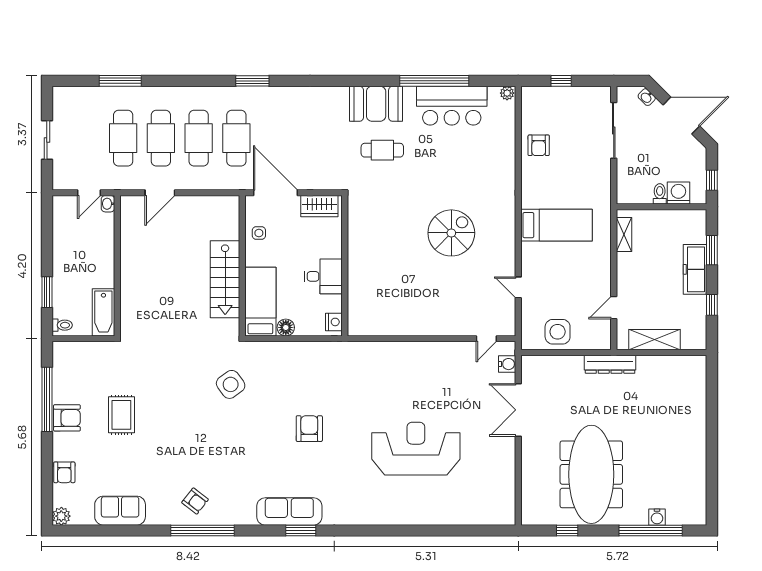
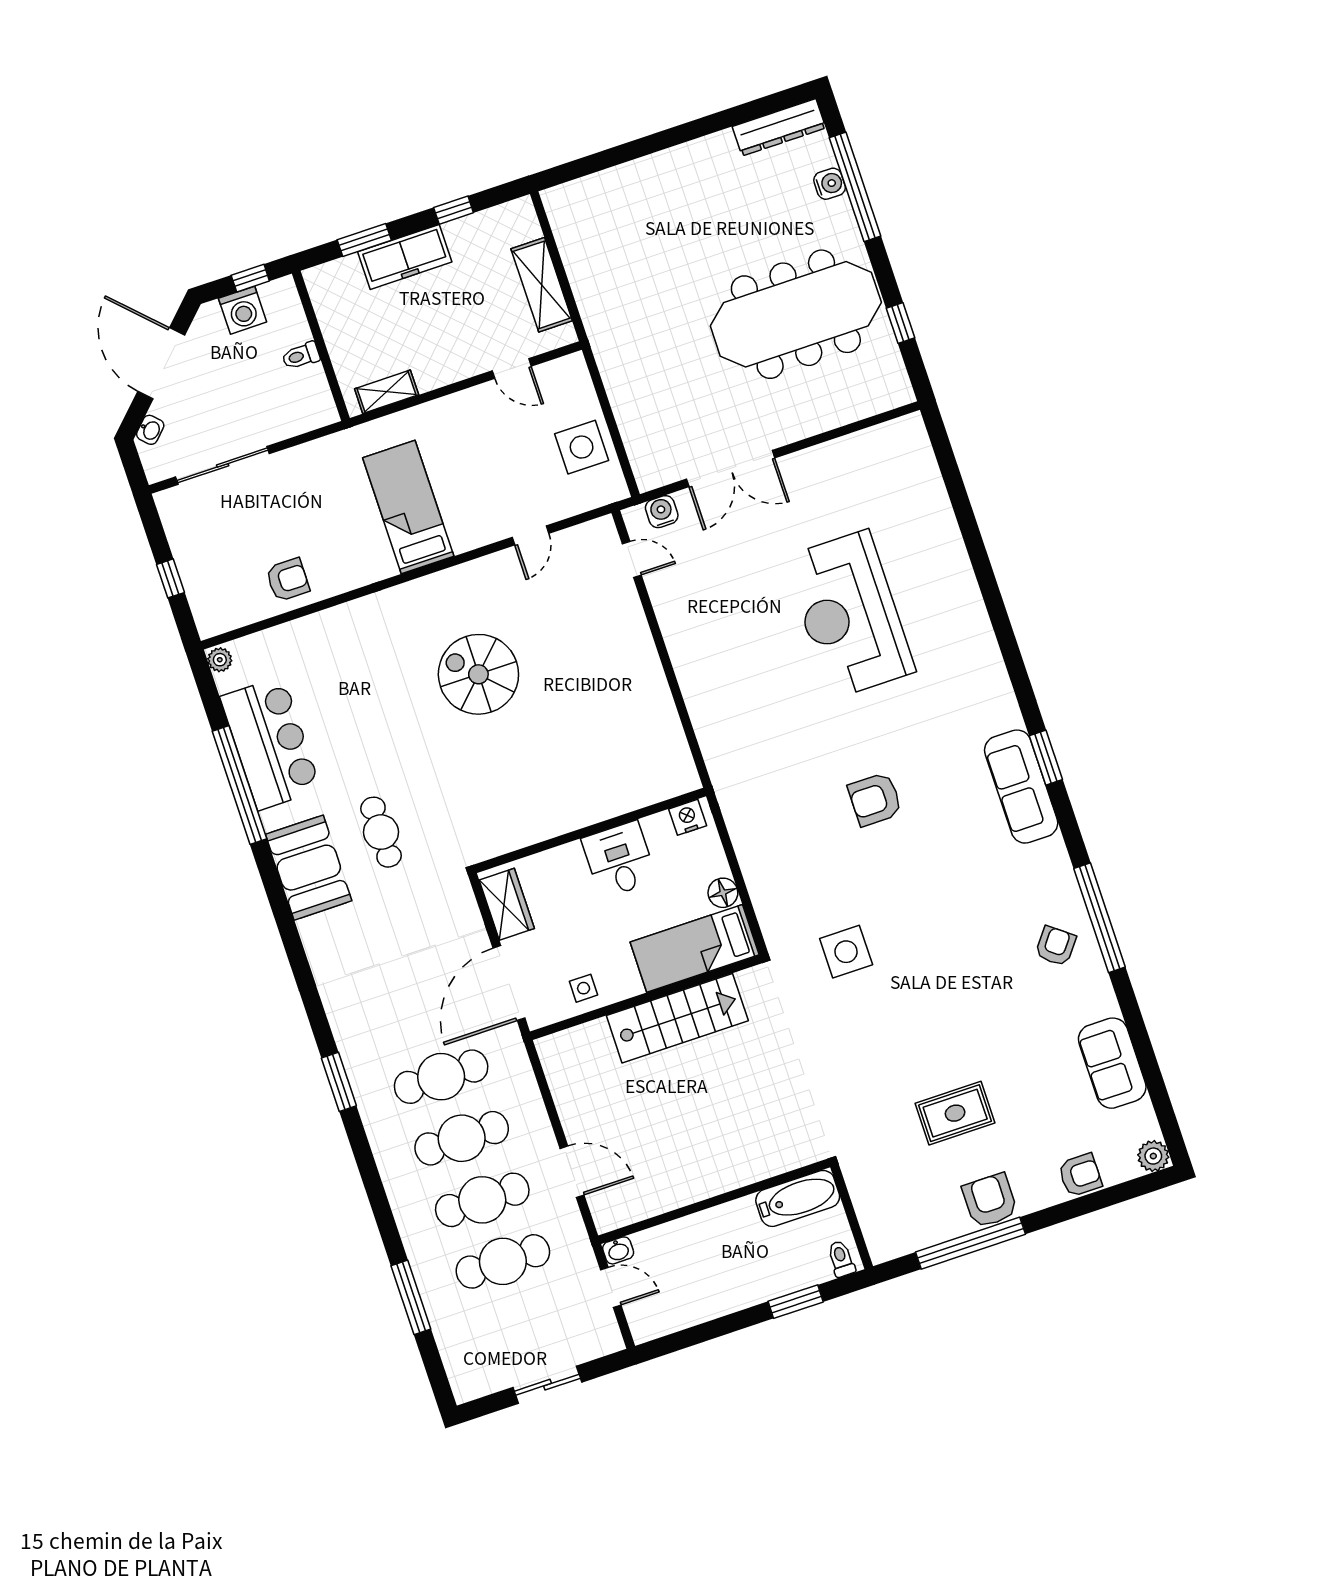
washing machine: (678, 193) -> (243, 310), moved, turned -90
dresser: (610, 364) -> (779, 127), moved, turned 90
side table: (231, 384) -> (846, 952), turned 36

